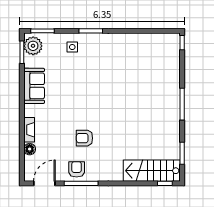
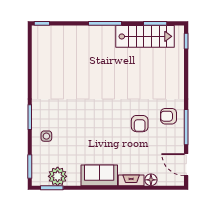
plant: (33, 46) -> (58, 176), moved
sofa: (34, 86) -> (99, 175), moved
armchair: (77, 169) -> (169, 116), moved
stairs: (152, 171) -> (145, 36), moved, turned -90

